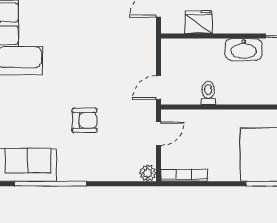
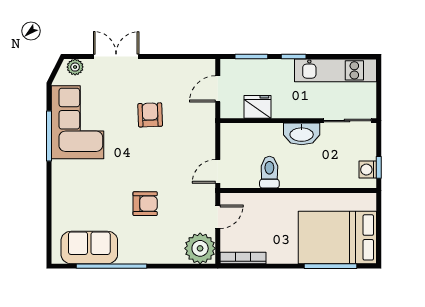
armchair: (90, 30) -> (150, 115), added
toilet: (208, 93) -> (269, 172), width x1.37, depth x1.39
plant: (148, 173) -> (200, 248), width x1.88, depth x1.88

